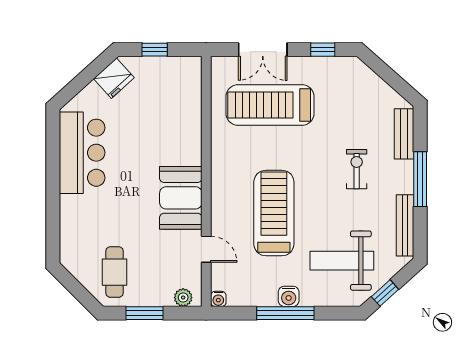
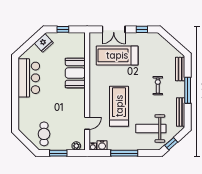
booth: (181, 198) -> (75, 73), moved
door: (206, 249) -> (87, 123), hinge flipped
water cooler: (289, 296) -> (102, 145), moved

